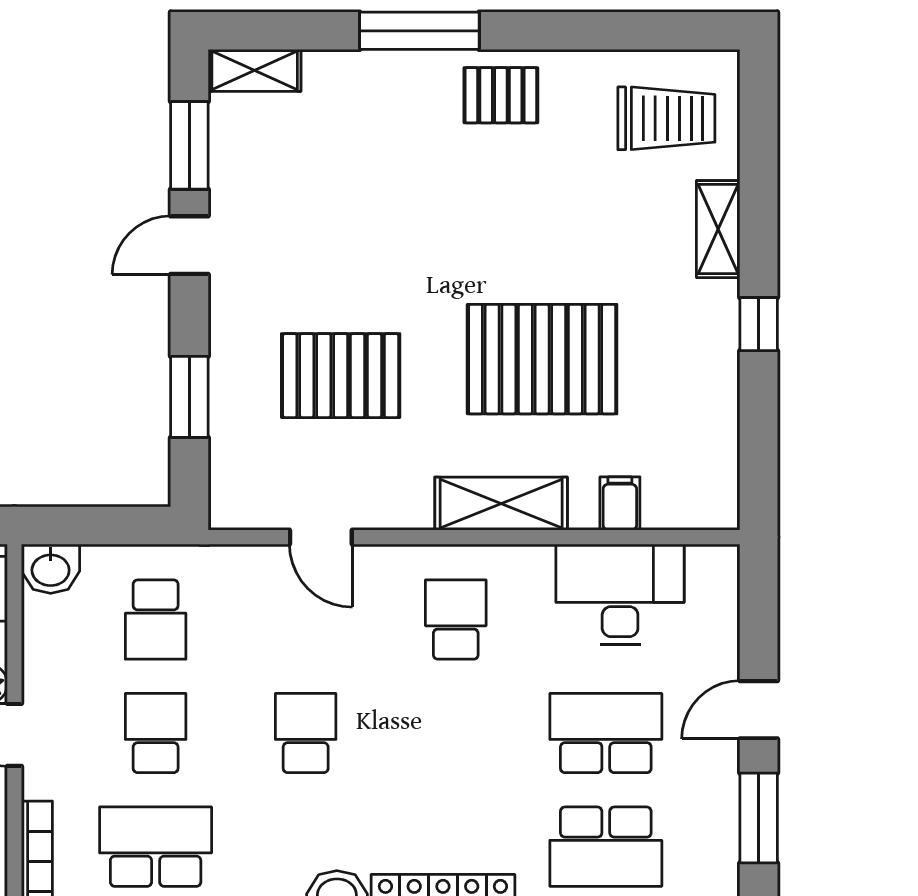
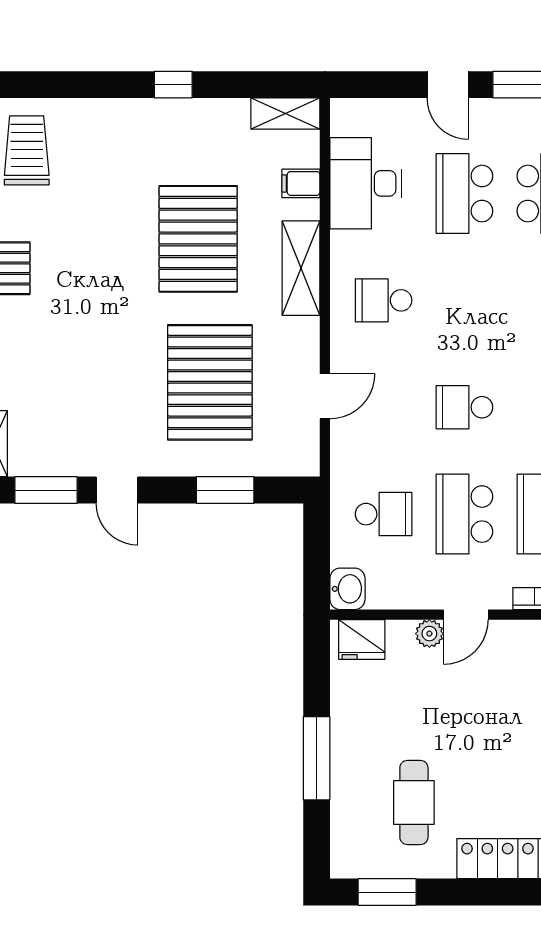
shelving: (718, 229) -> (285, 113), moved
pallet: (341, 376) -> (210, 382), width x1.37, depth x1.41
school desk: (156, 733) -> (464, 514), width x1.85

